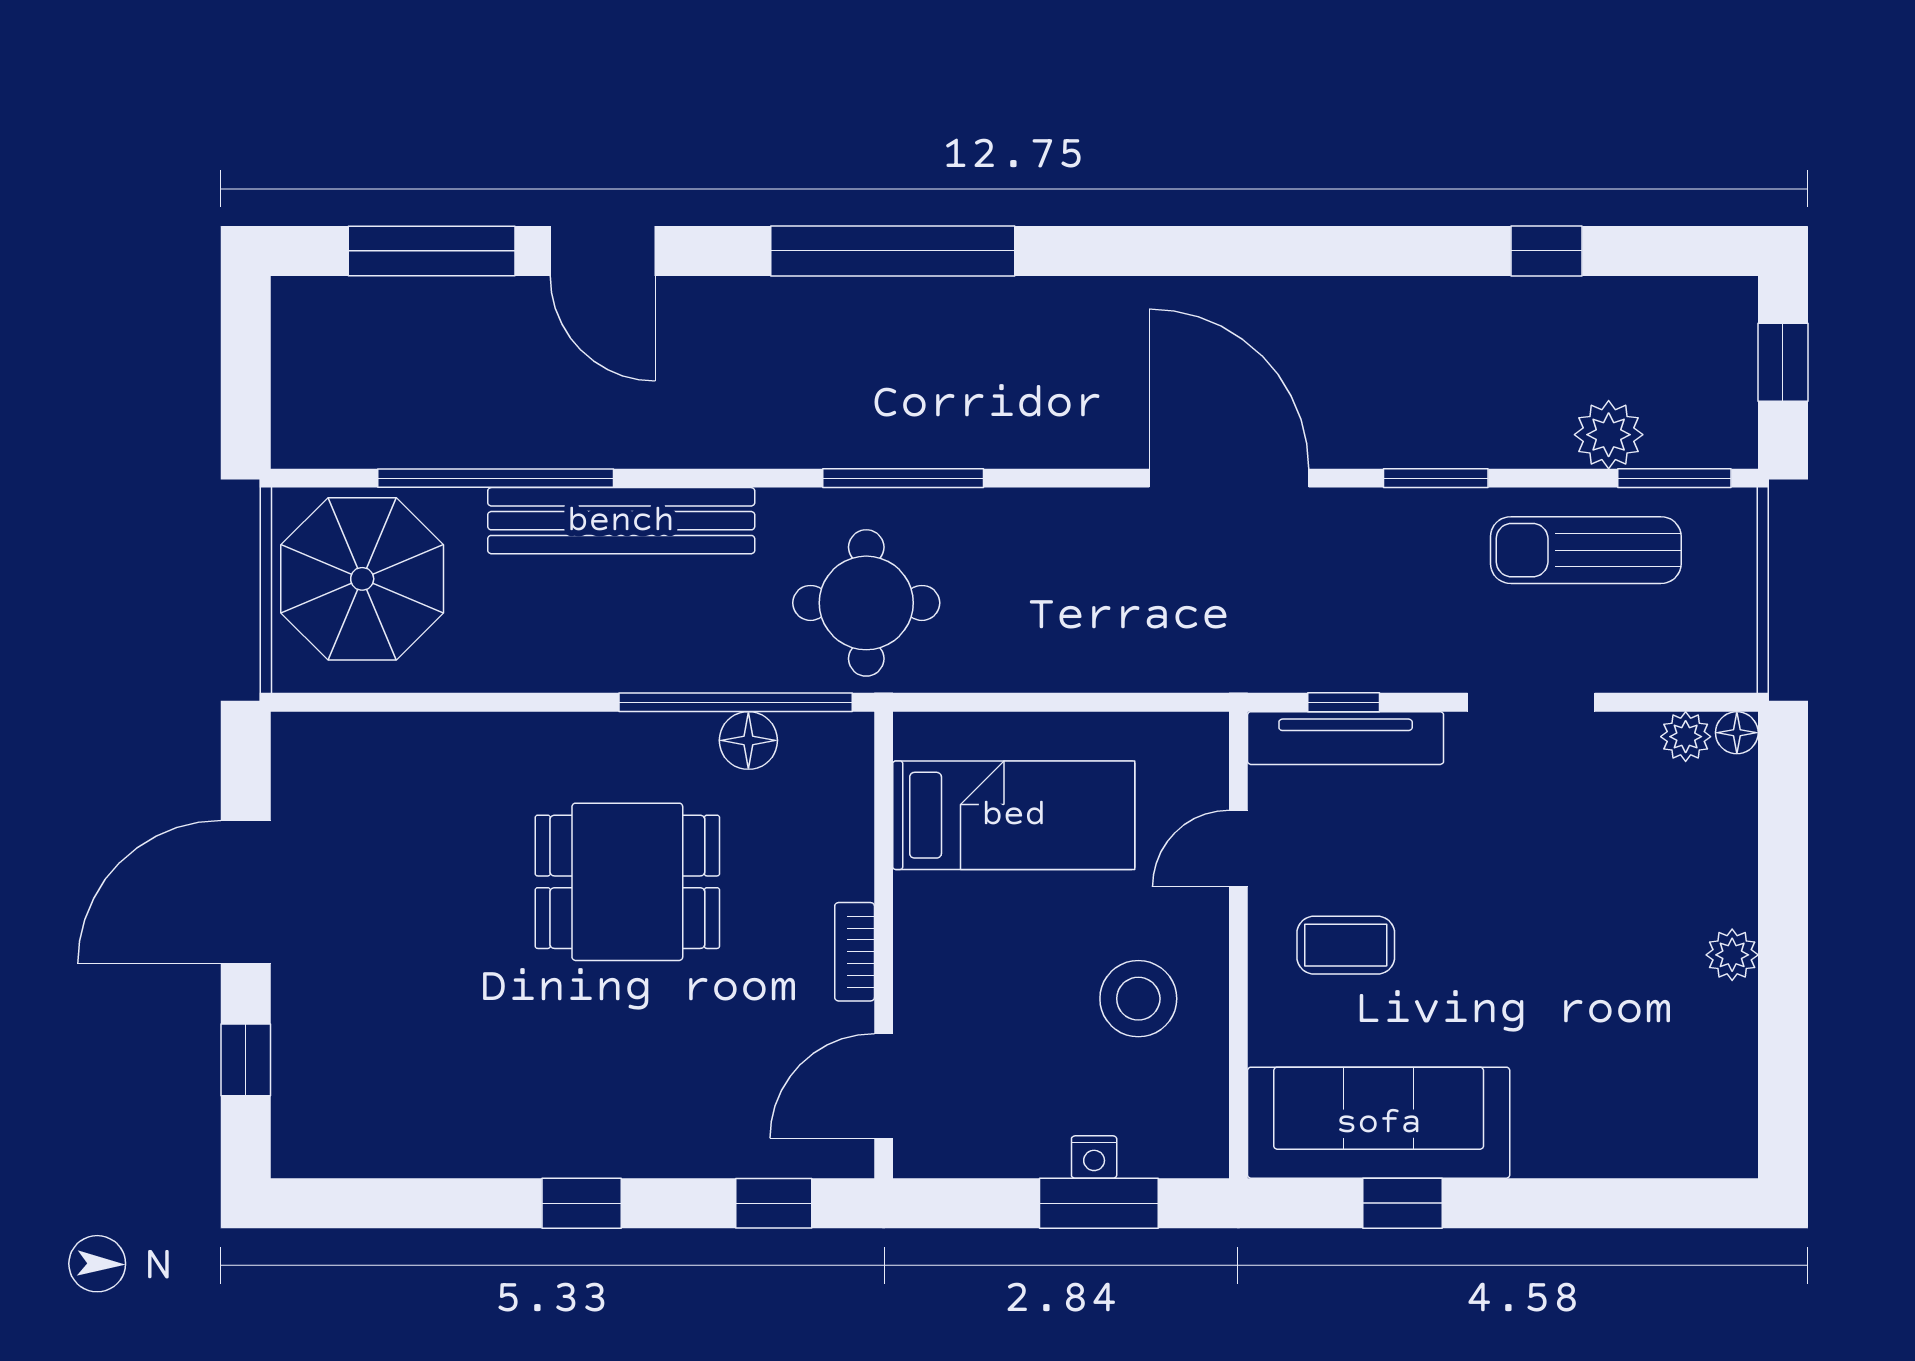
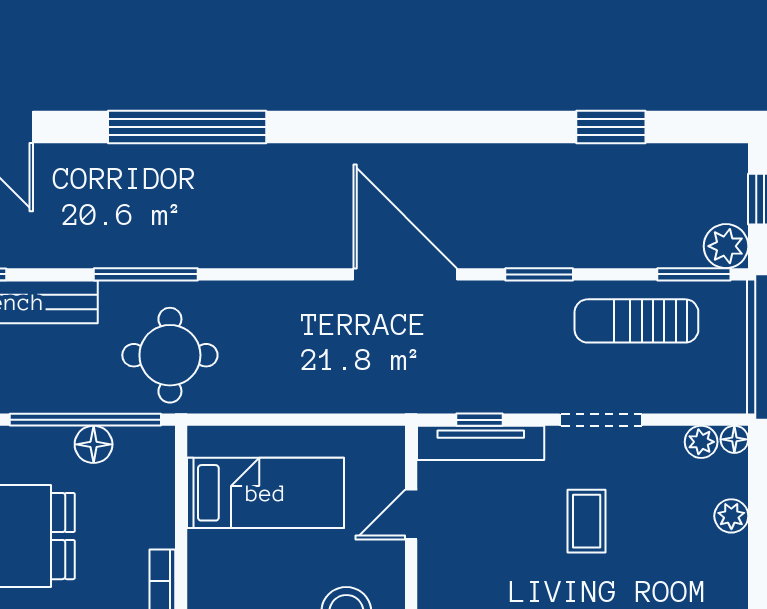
window: (1547, 251) -> (611, 127), width x1.50
plant: (1609, 435) -> (726, 246), moved
window: (903, 478) -> (146, 274), moved
coffee table: (1346, 945) -> (587, 521), moved, turned 90
plant: (1732, 955) -> (731, 516), moved

